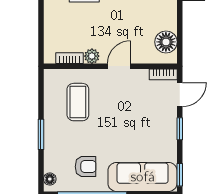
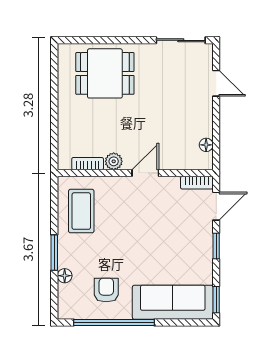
floor lamp: (166, 42) -> (206, 145), width x0.53, depth x0.53
coffee table: (78, 102) -> (81, 211), moved
armchair: (85, 167) -> (106, 290), turned -90
floor lamp: (50, 179) -> (65, 276), moved

